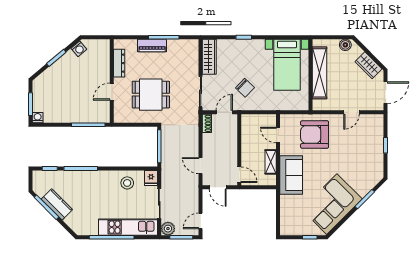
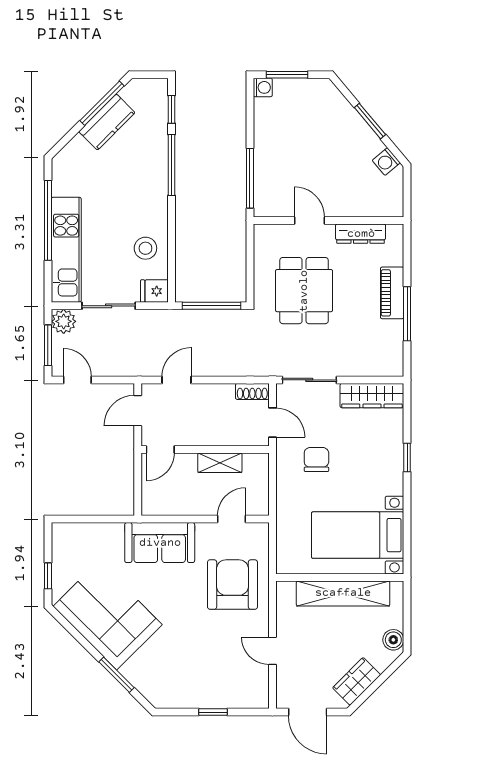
chair: (245, 88) -> (316, 460), turned 136
shelving: (271, 162) -> (220, 463), moved

